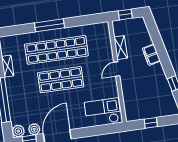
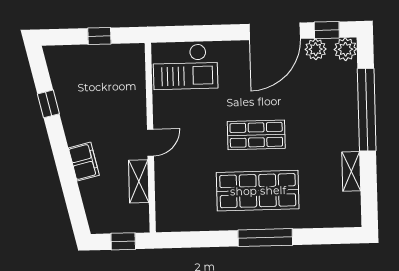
shop shelf: (56, 50) -> (258, 191), width x0.71
shop shelf: (61, 80) -> (256, 135), width x0.70, depth x0.74

